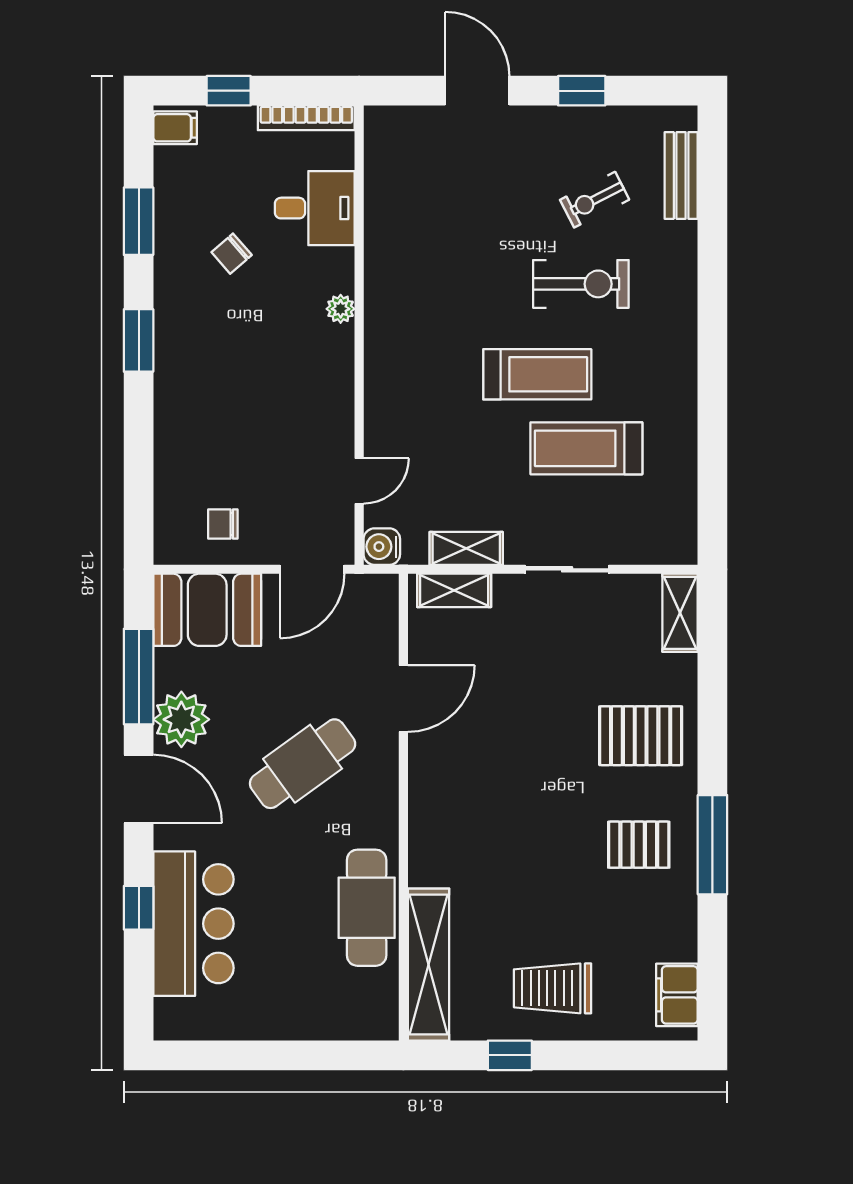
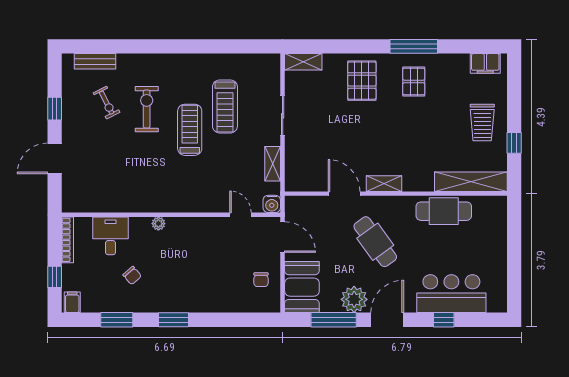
shelving: (454, 590) -> (384, 184), moved, turned 90

